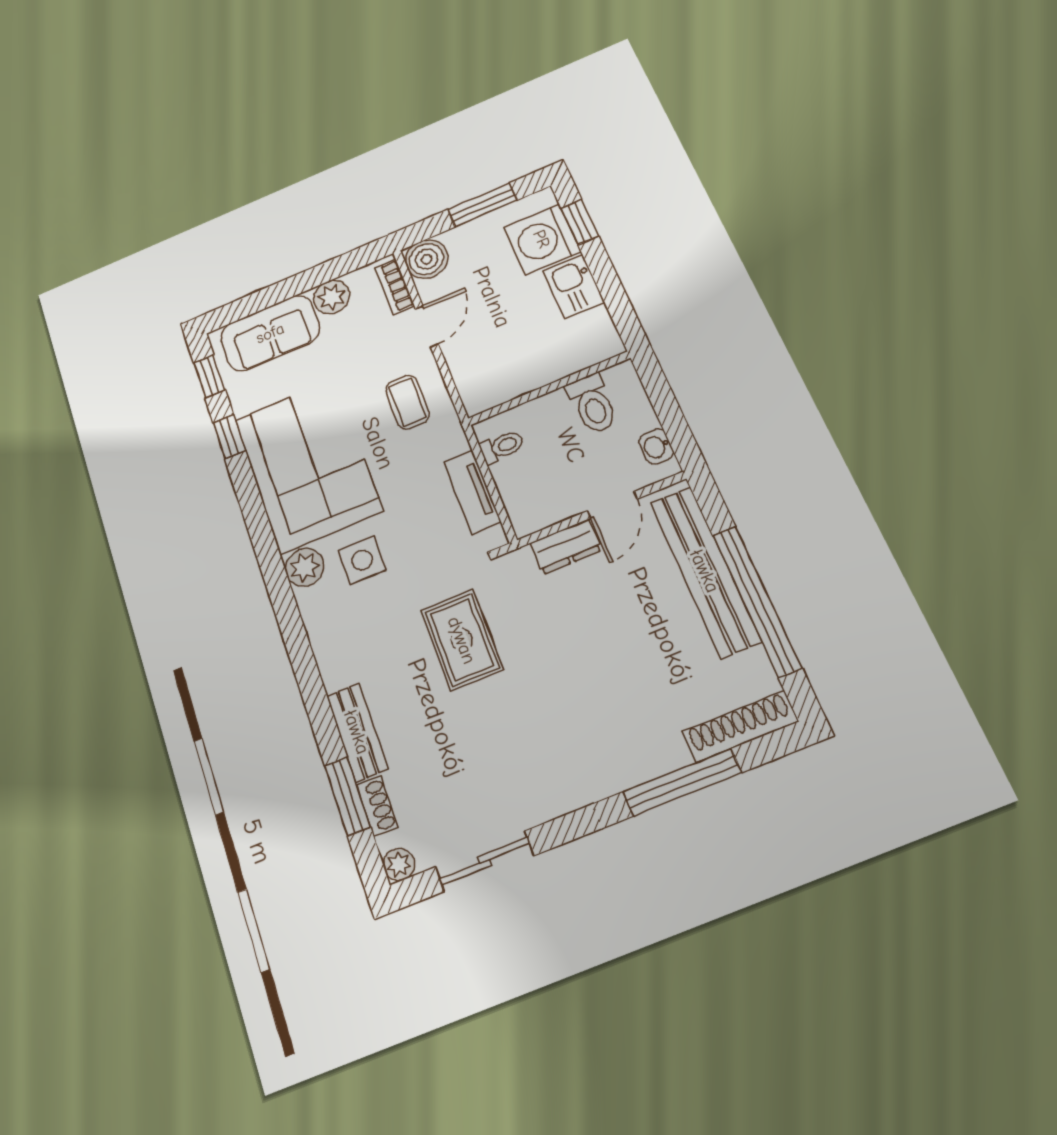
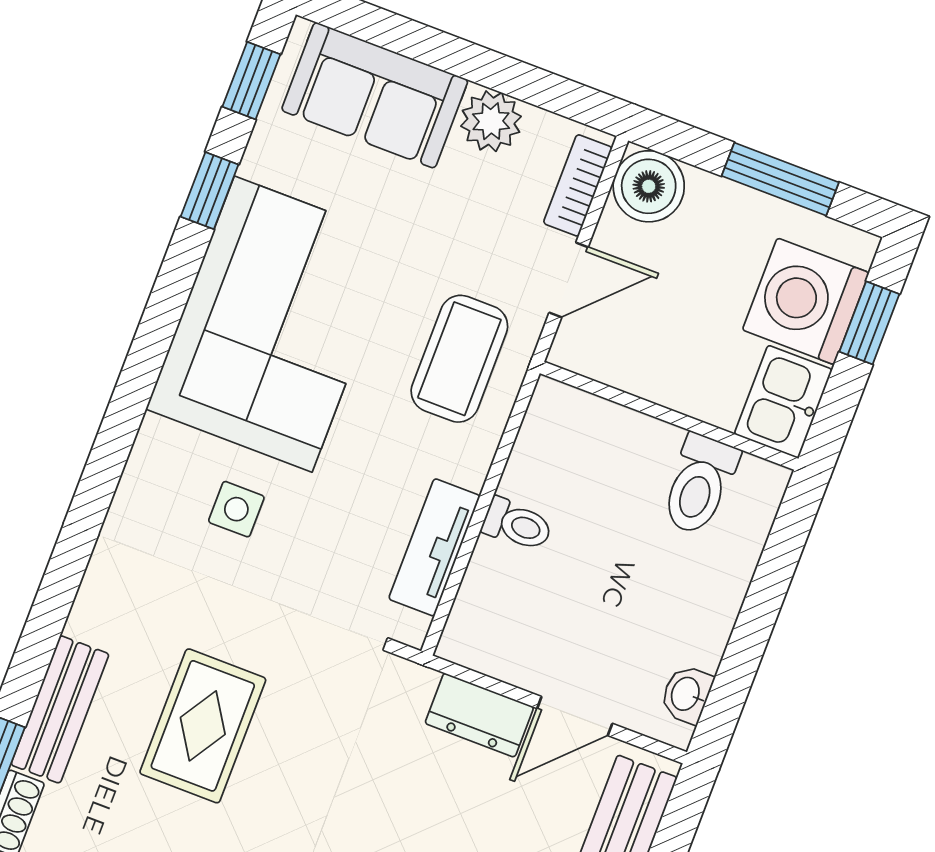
wall: (549, 388) -> (669, 416), moved
coffee table: (407, 402) -> (459, 359), width x1.36, depth x1.30
toilet: (592, 404) -> (699, 484), moved
side table: (362, 560) -> (236, 509), width x0.73, depth x0.73
plant: (304, 567) -> (162, 453), removed
rug: (462, 640) -> (203, 726), moved

